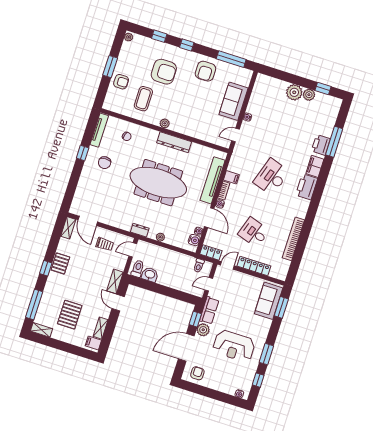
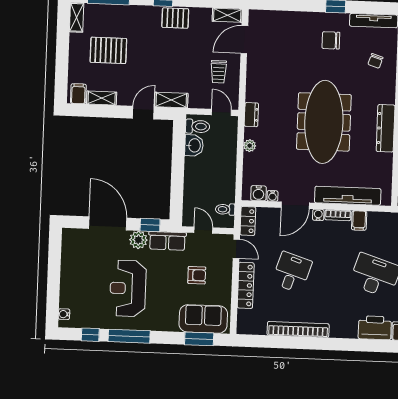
window: (266, 354) -> (129, 336), width x1.44
armchair: (197, 373) -> (197, 275), moved

